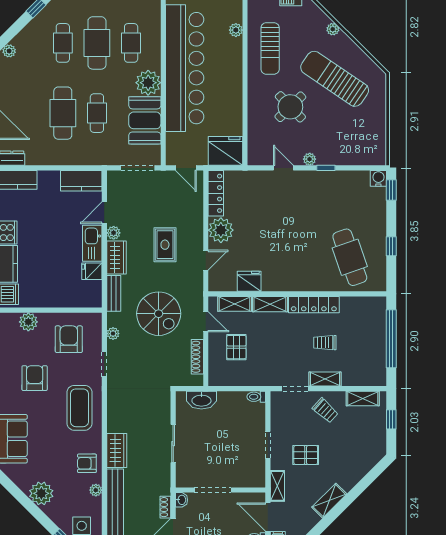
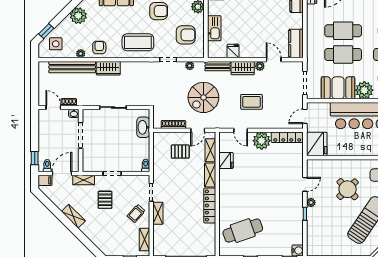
cafe table: (97, 113) -> (343, 54), width x1.37, depth x1.35
kitchen sink: (92, 243) -> (214, 28), moved, turned 90
trolley: (325, 343) -> (183, 213), removed

